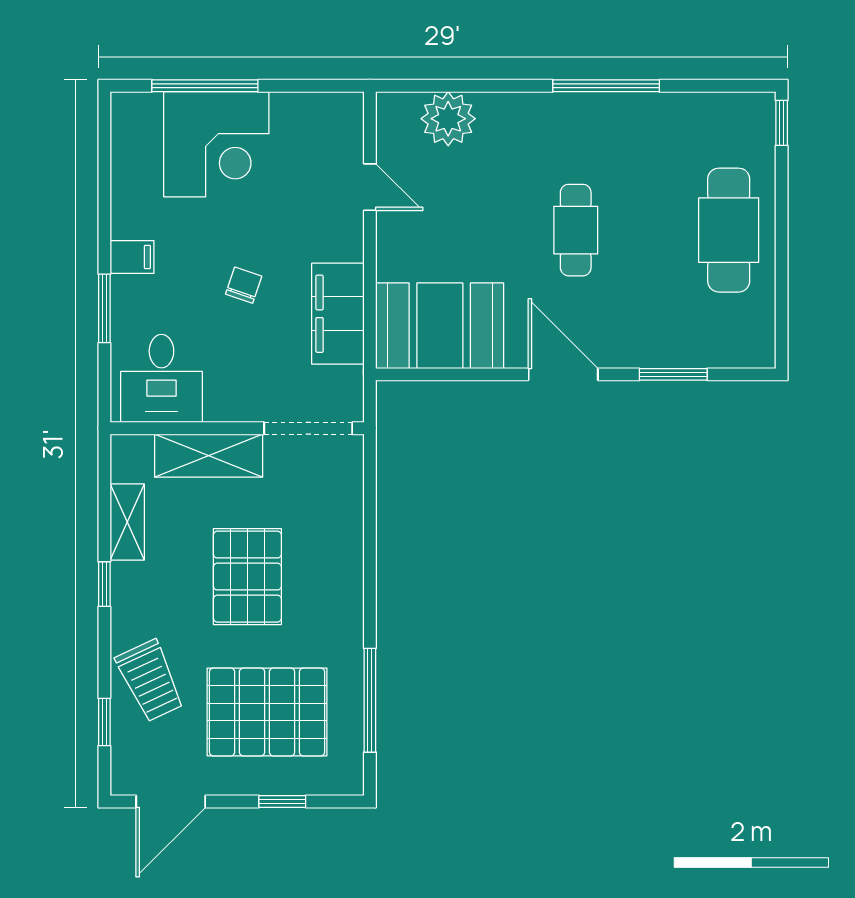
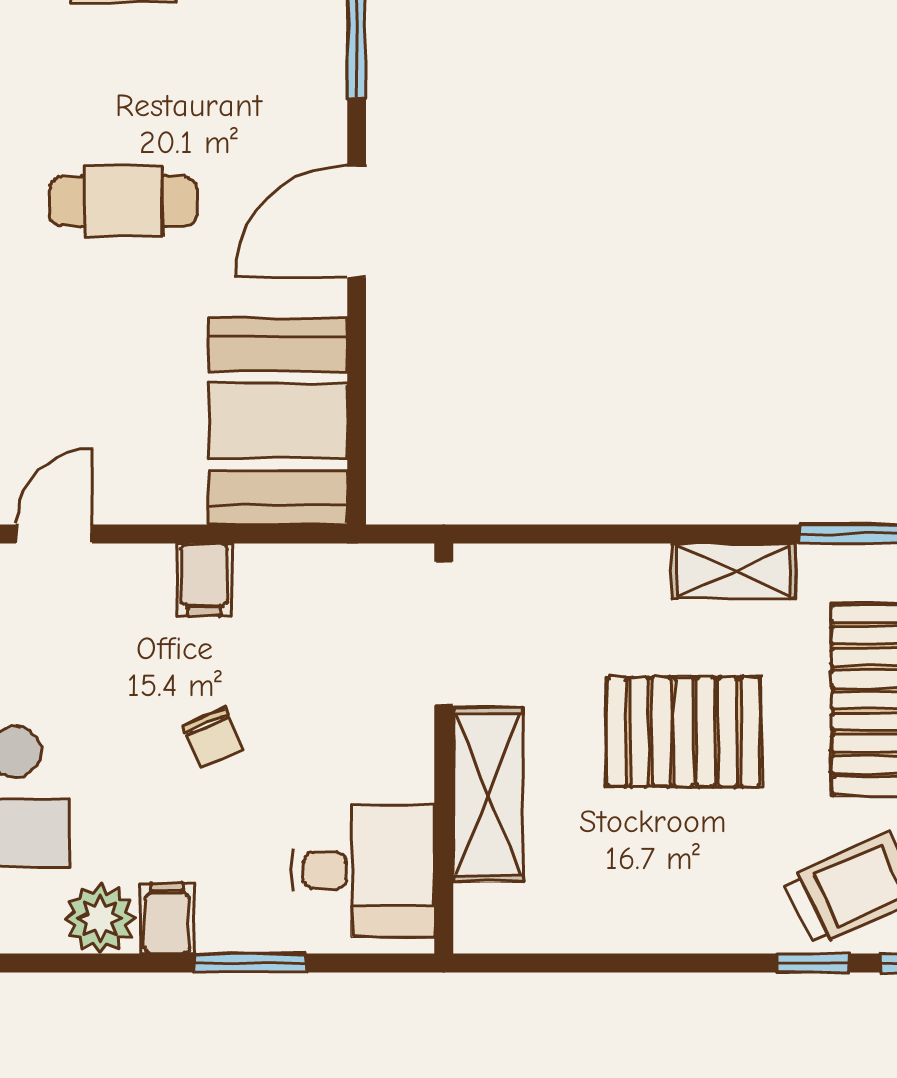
plant: (132, 216) -> (100, 918), added
chair: (244, 285) -> (212, 738), turned -132
filing cabinet: (338, 314) -> (204, 580), width x0.33, depth x0.86
shelving: (127, 522) -> (734, 571), moved
window: (104, 584) -> (813, 963), moved

